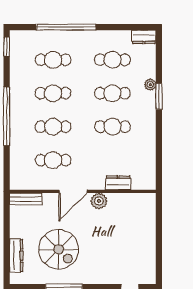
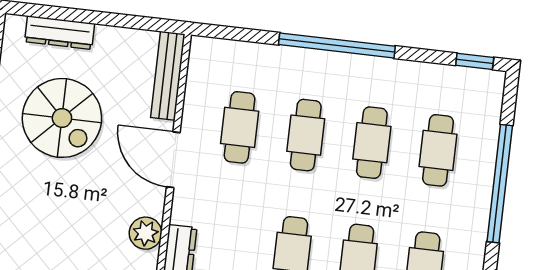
bench: (26, 199) -> (168, 76), width x1.36
plant: (99, 201) -> (146, 233), moved
spiral stairs: (59, 249) -> (62, 118), turned -90

